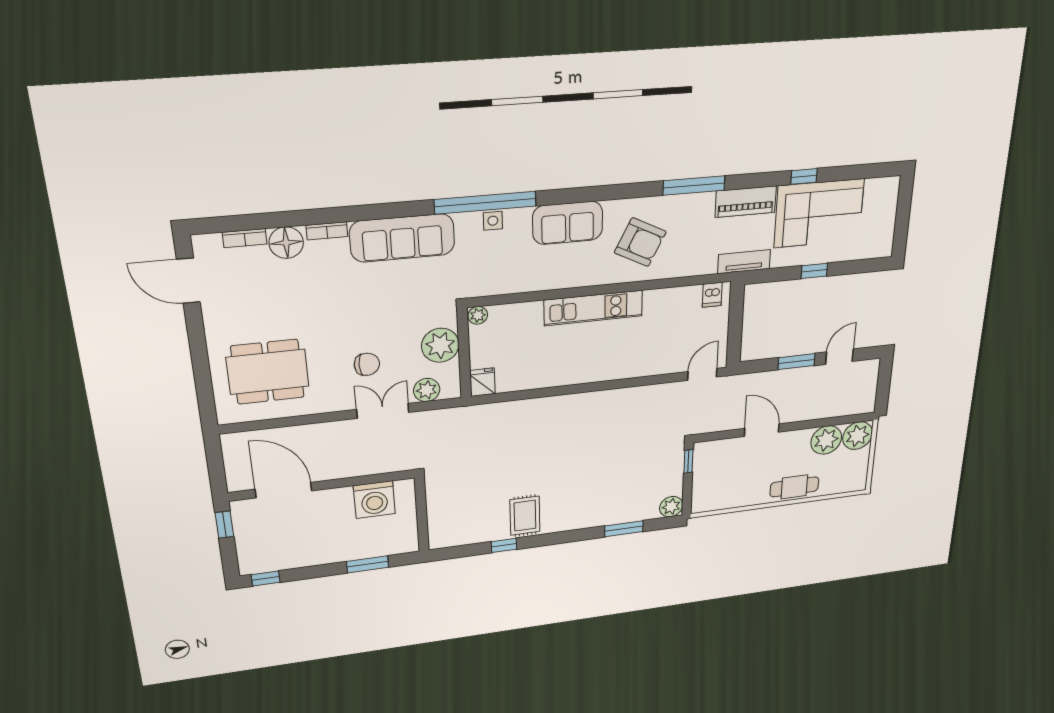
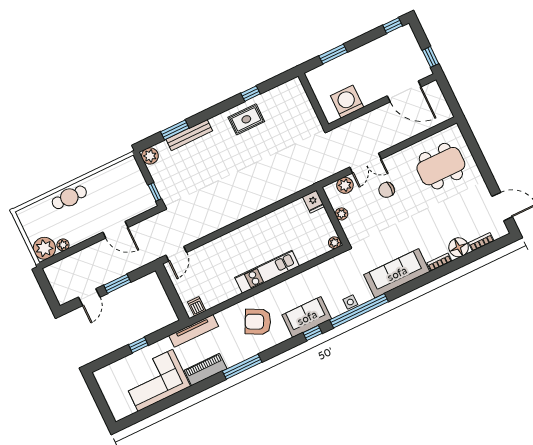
window: (804, 176) -> (313, 333), moved
tv unit: (744, 262) -> (194, 331), width x1.41
plant: (440, 345) -> (341, 214), width x0.53, depth x0.53
plant: (826, 440) -> (63, 245), width x0.53, depth x0.53
rug: (525, 516) -> (246, 119), turned 90
bench: (609, 517) -> (189, 135), added

